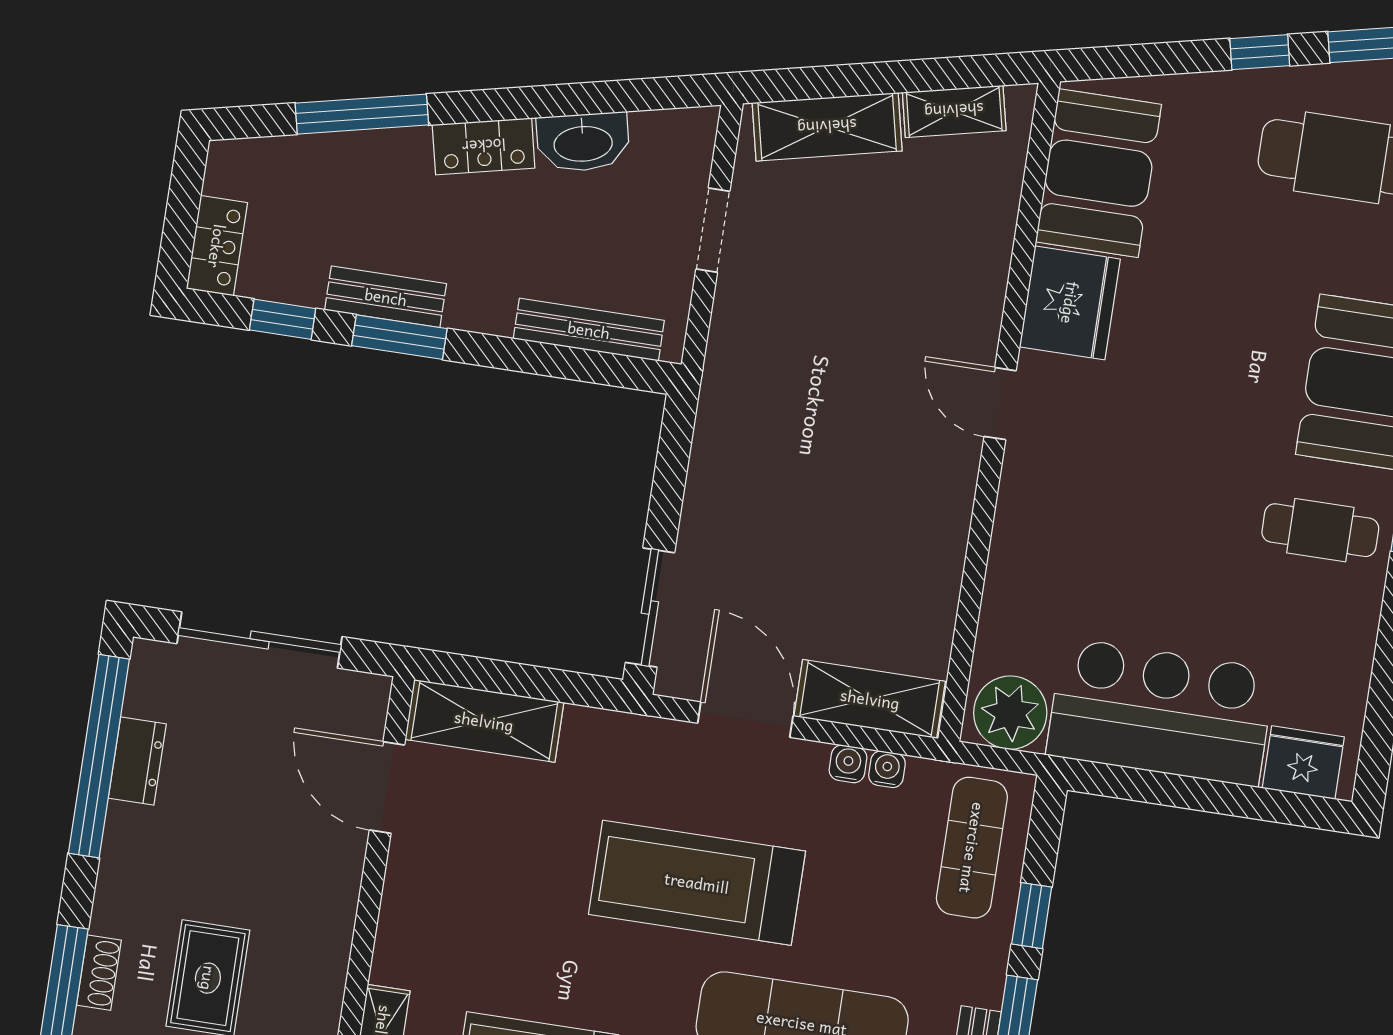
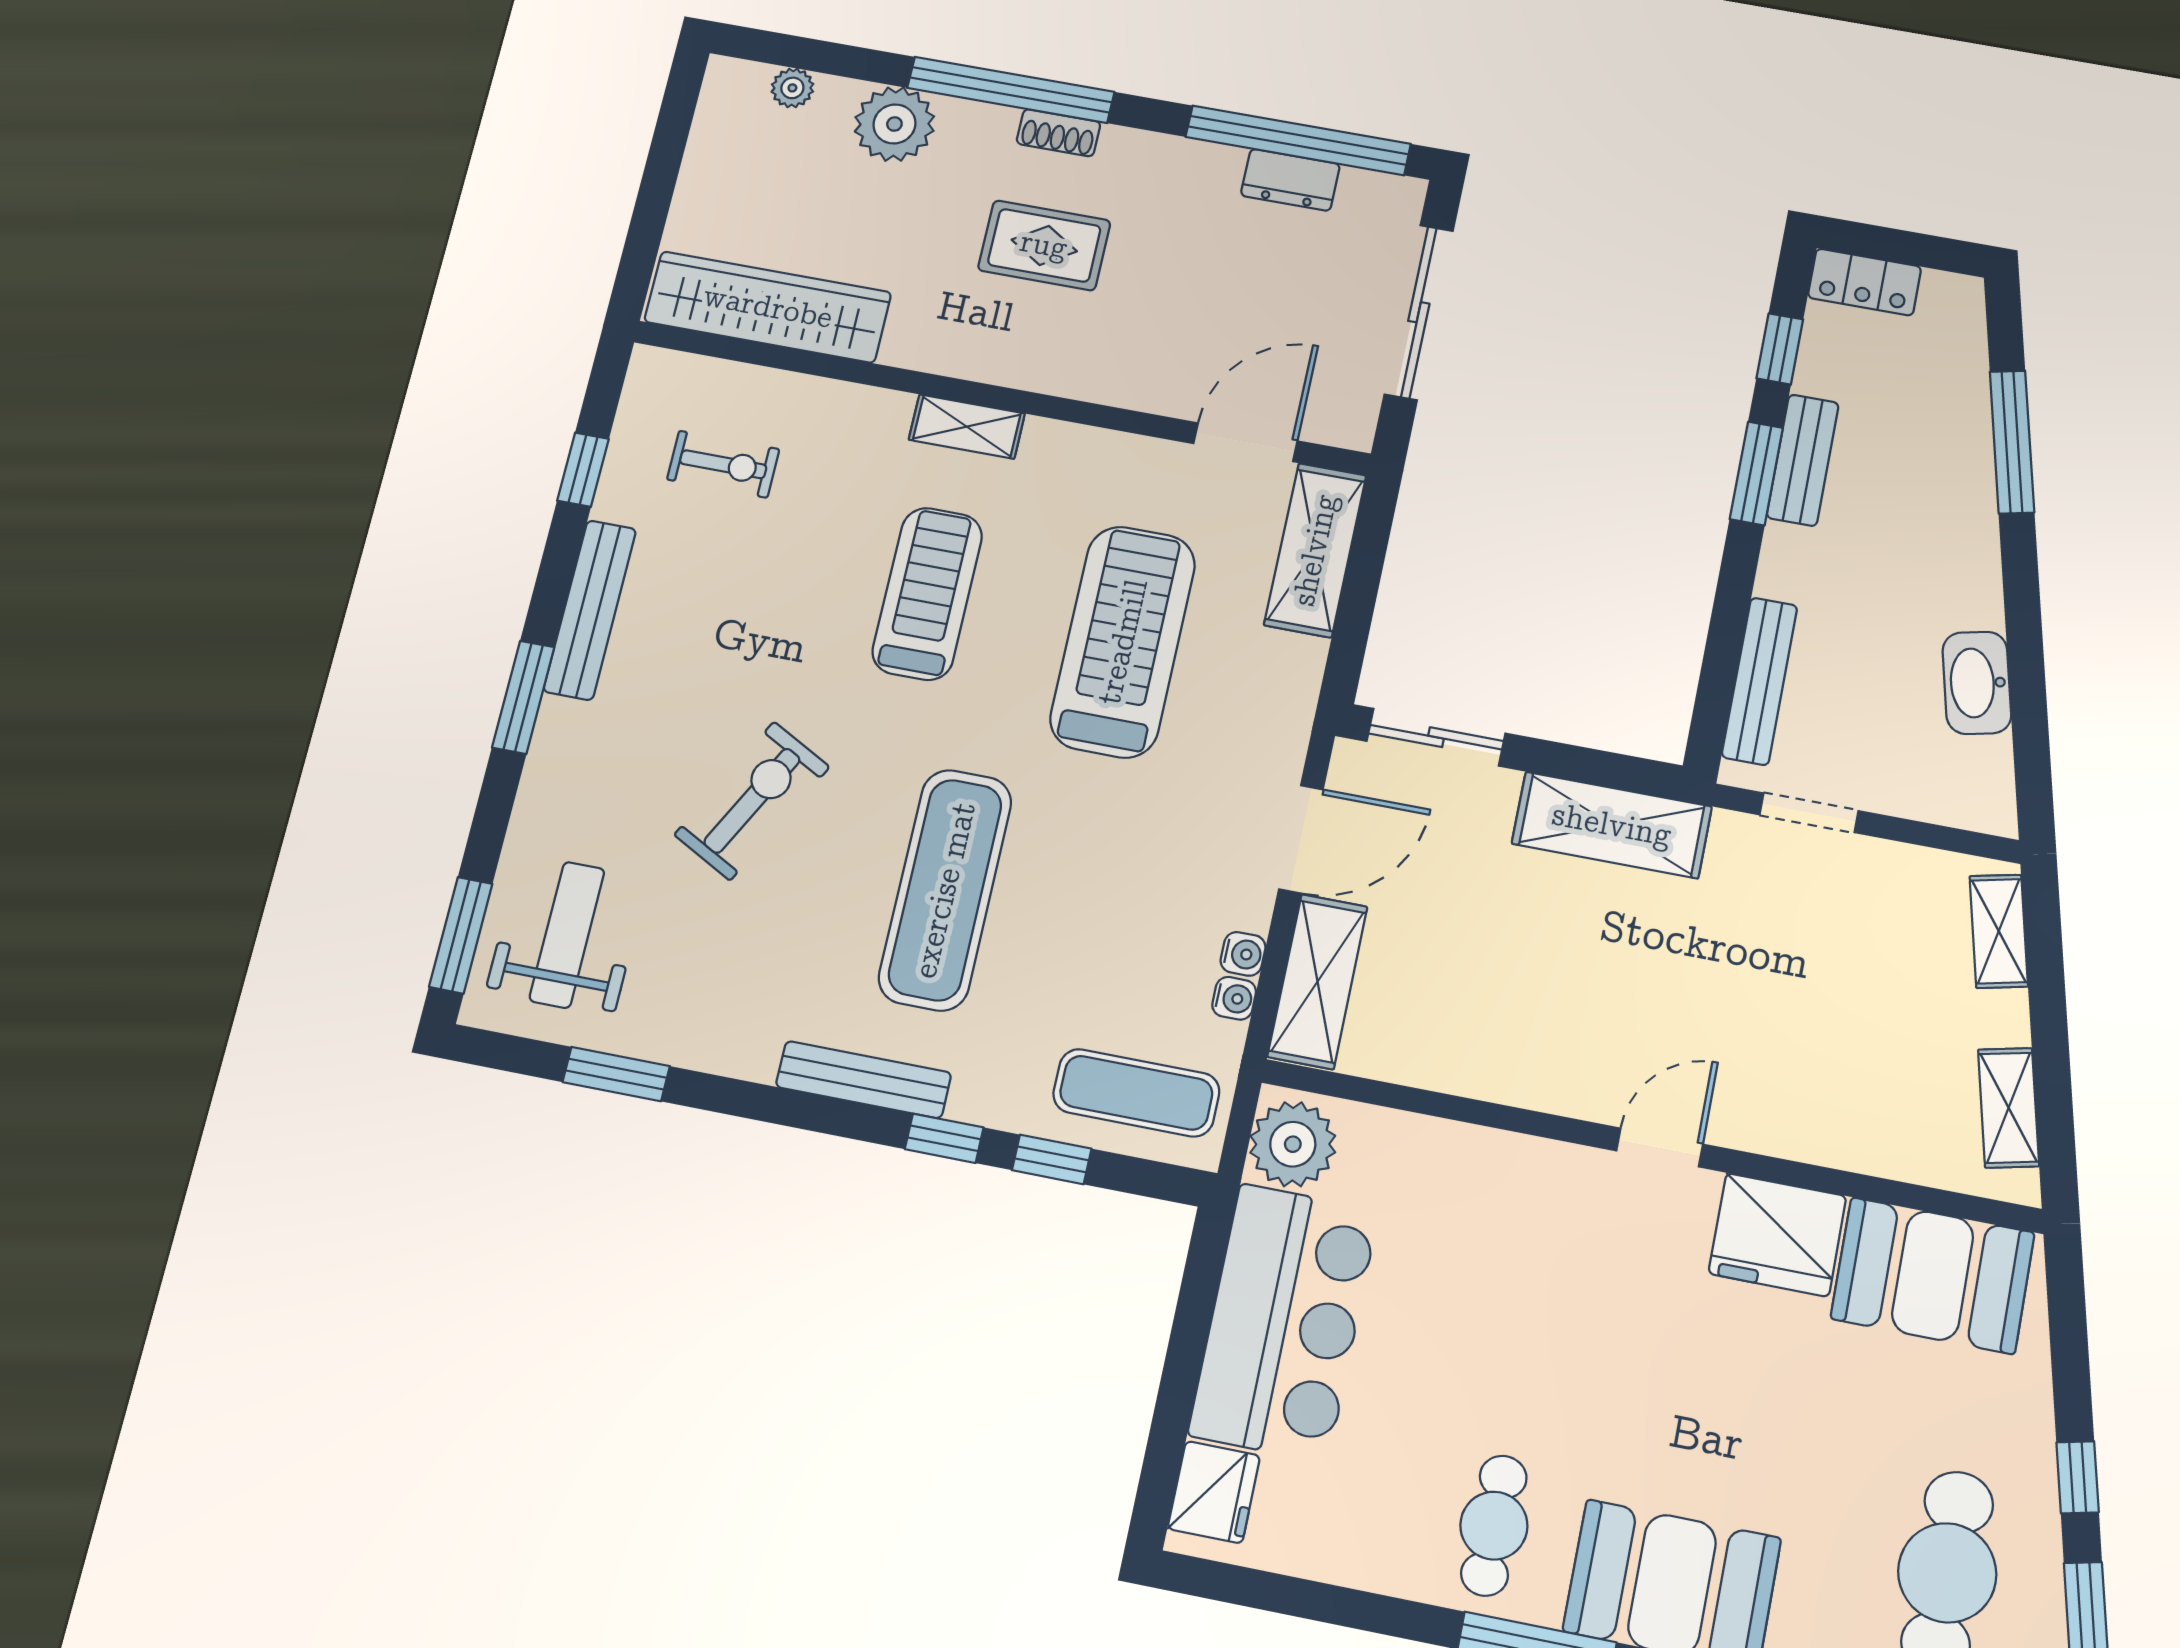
shelving: (827, 127) -> (1999, 931), width x0.67, depth x0.75
locker: (484, 146) -> (1973, 573), removed
doorway: (713, 230) -> (1809, 813), moved
shelving: (722, 453) -> (1612, 825), added
treadmill: (697, 883) -> (1123, 642), moved

